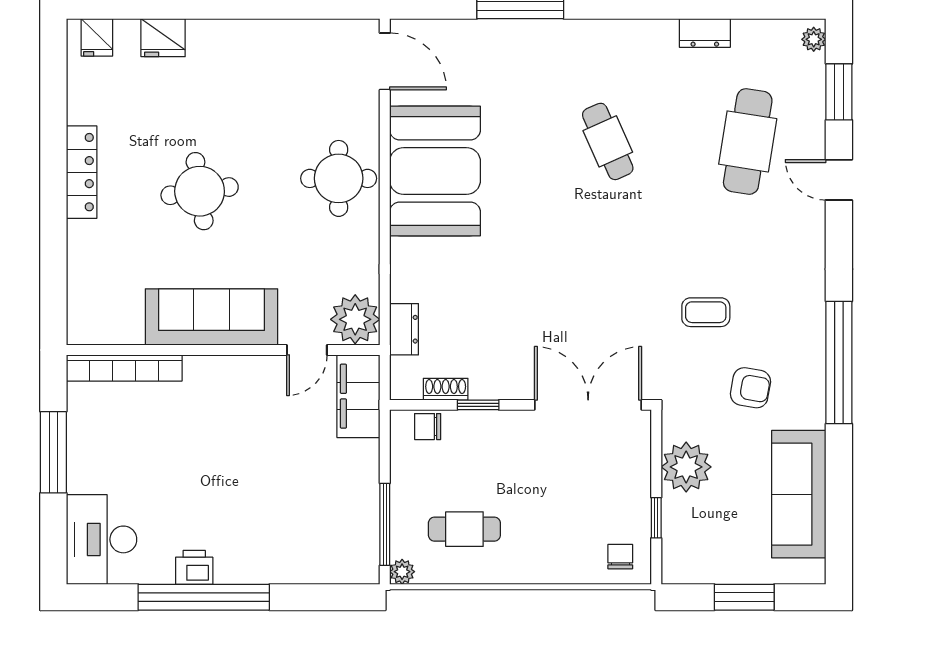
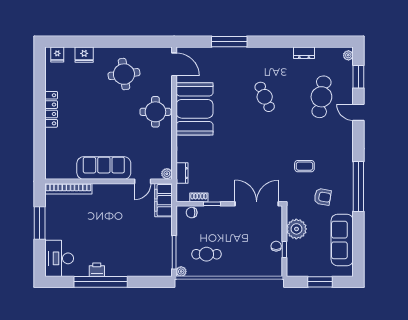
round table: (200, 191) -> (124, 74), moved
plant: (355, 319) -> (167, 174), width x0.53, depth x0.53
chair: (620, 557) -> (276, 246), moved

